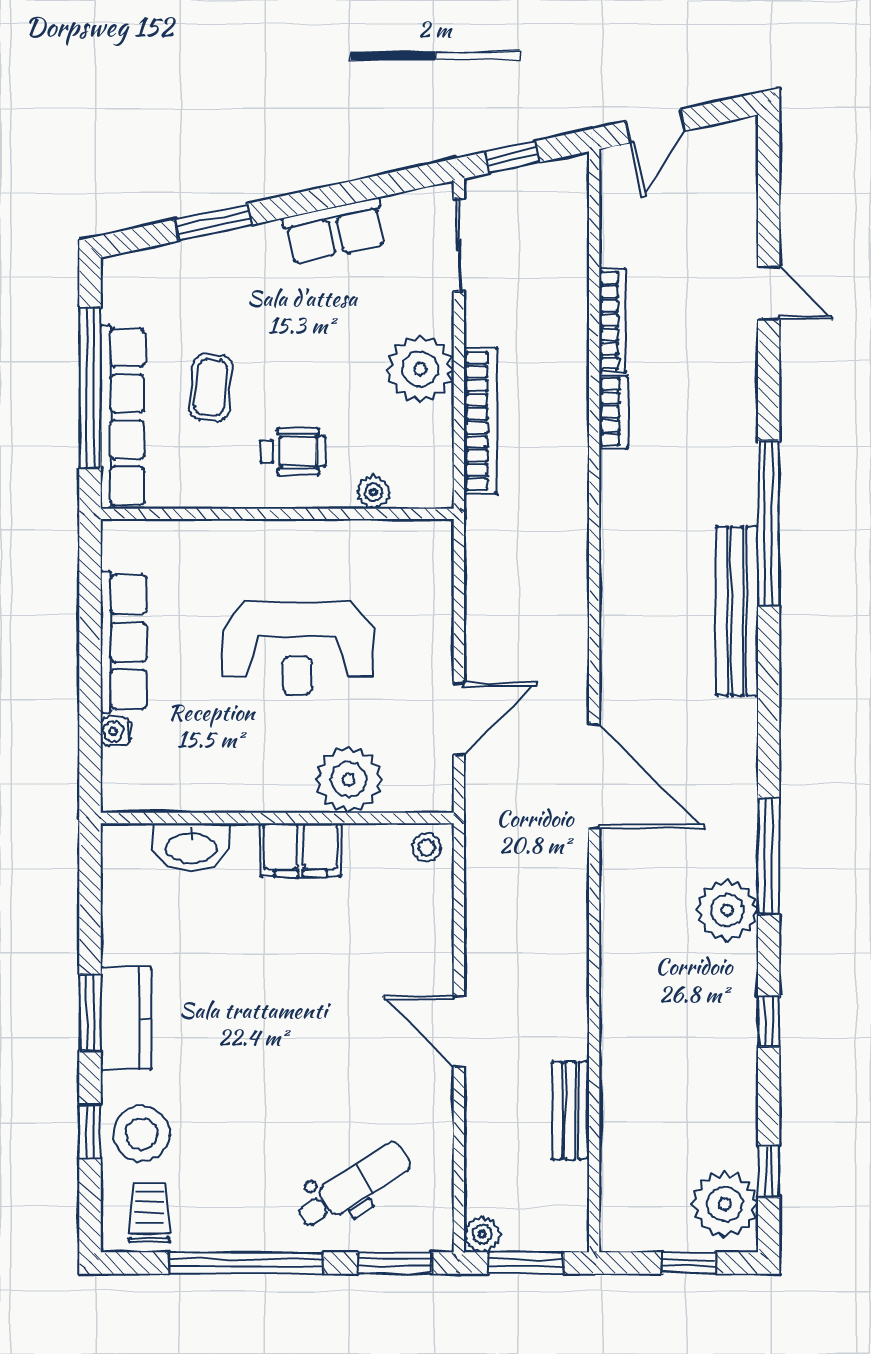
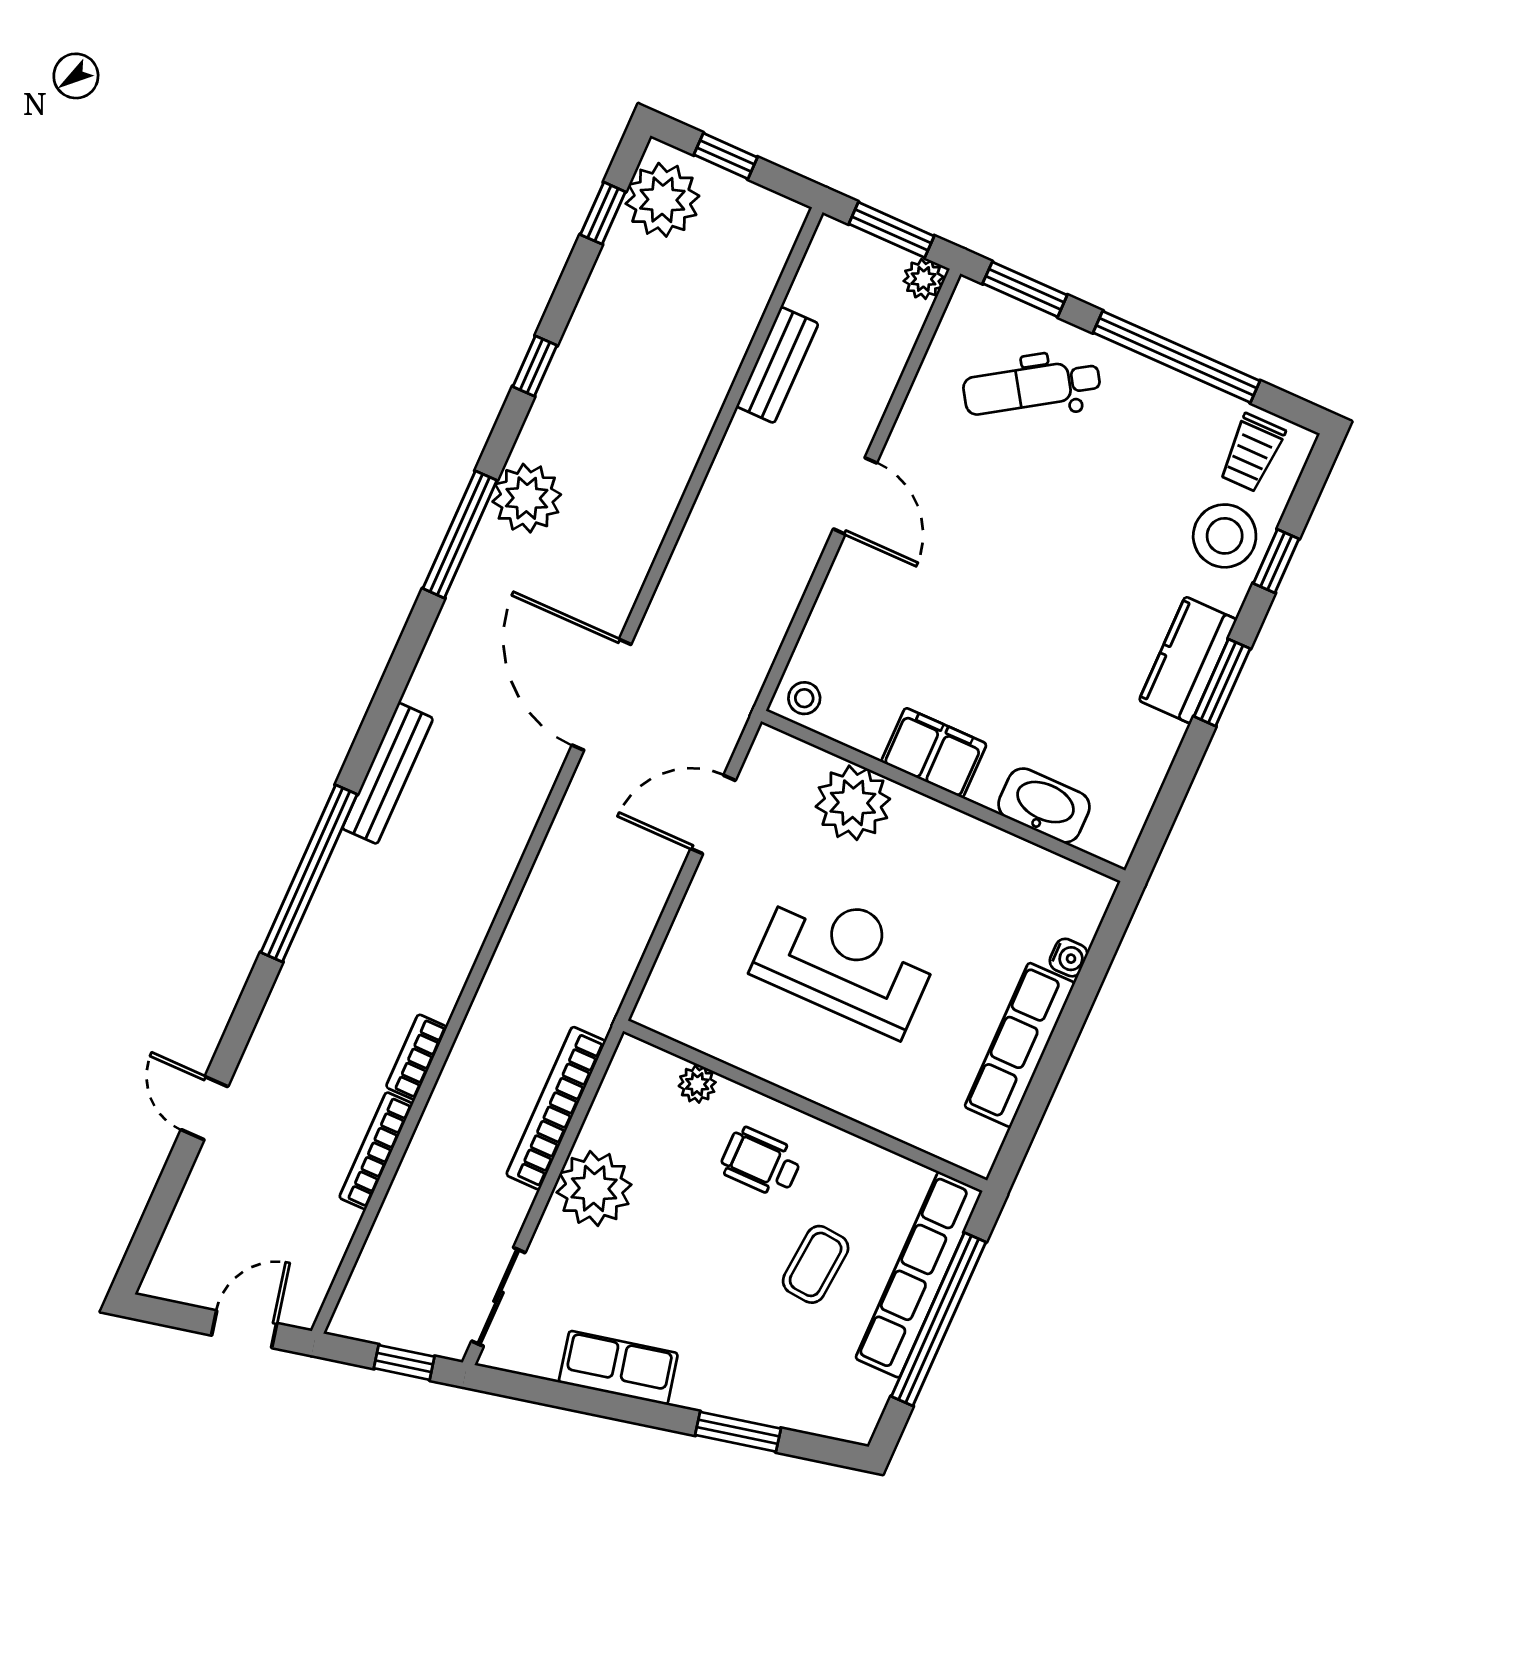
bench: (737, 611) -> (388, 773), width x0.73, depth x0.82

